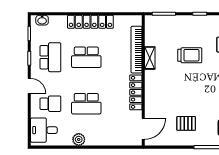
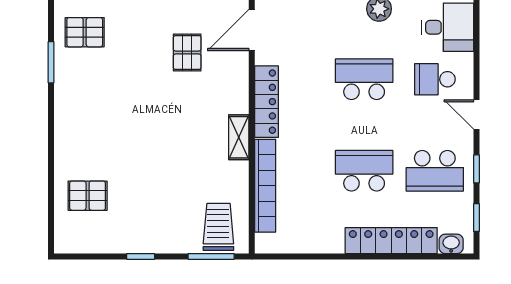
locker: (90, 22) -> (391, 241), moved
trolley: (190, 55) -> (218, 227), moved, turned 90
school desk: (50, 57) -> (435, 171), turned -90
shelving: (150, 58) -> (239, 137), moved
pallet: (186, 123) -> (187, 53), moved, turned 90

